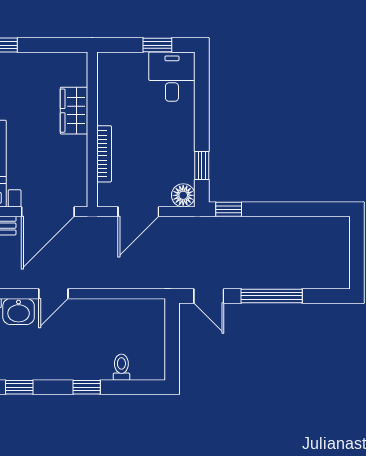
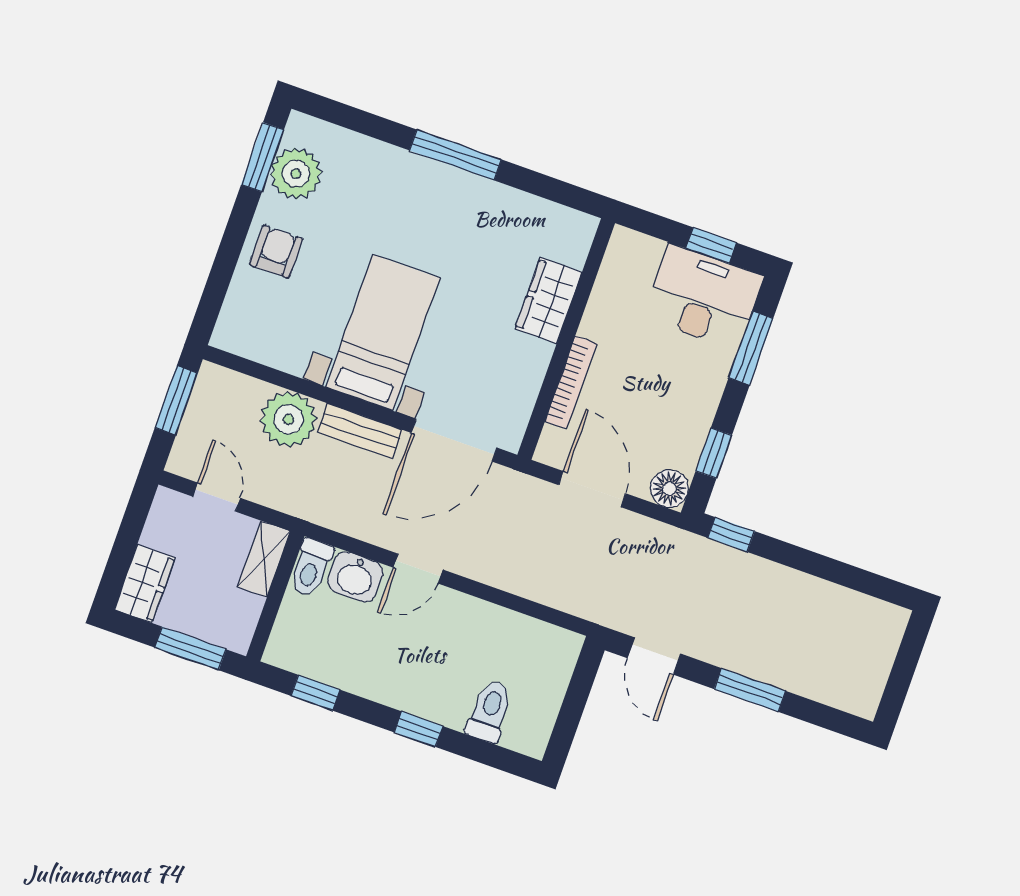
desk: (172, 77) -> (703, 297), width x1.37
window: (202, 97) -> (751, 348), added
door: (138, 212) -> (592, 489), swing flipped
window: (272, 296) -> (750, 690), width x0.69
toilet: (121, 367) -> (490, 711), width x1.37, depth x1.39

